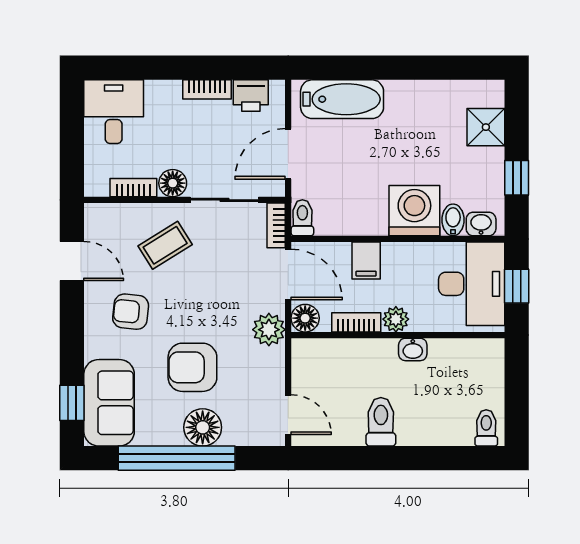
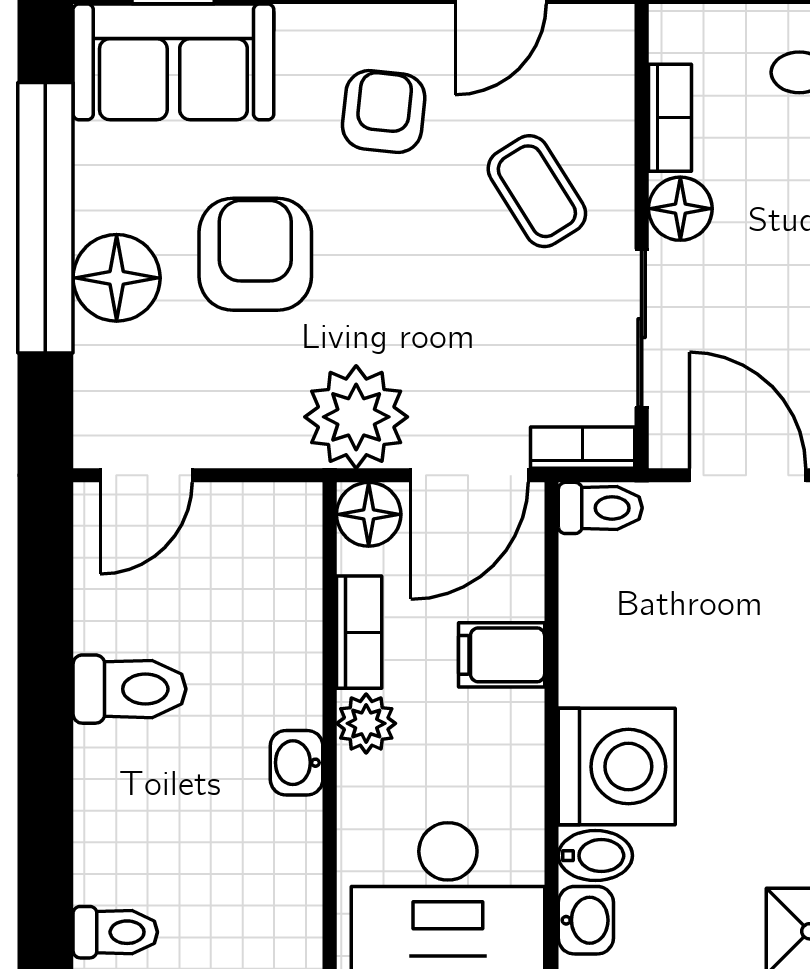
plant: (269, 330) -> (356, 417), width x1.36, depth x1.36

